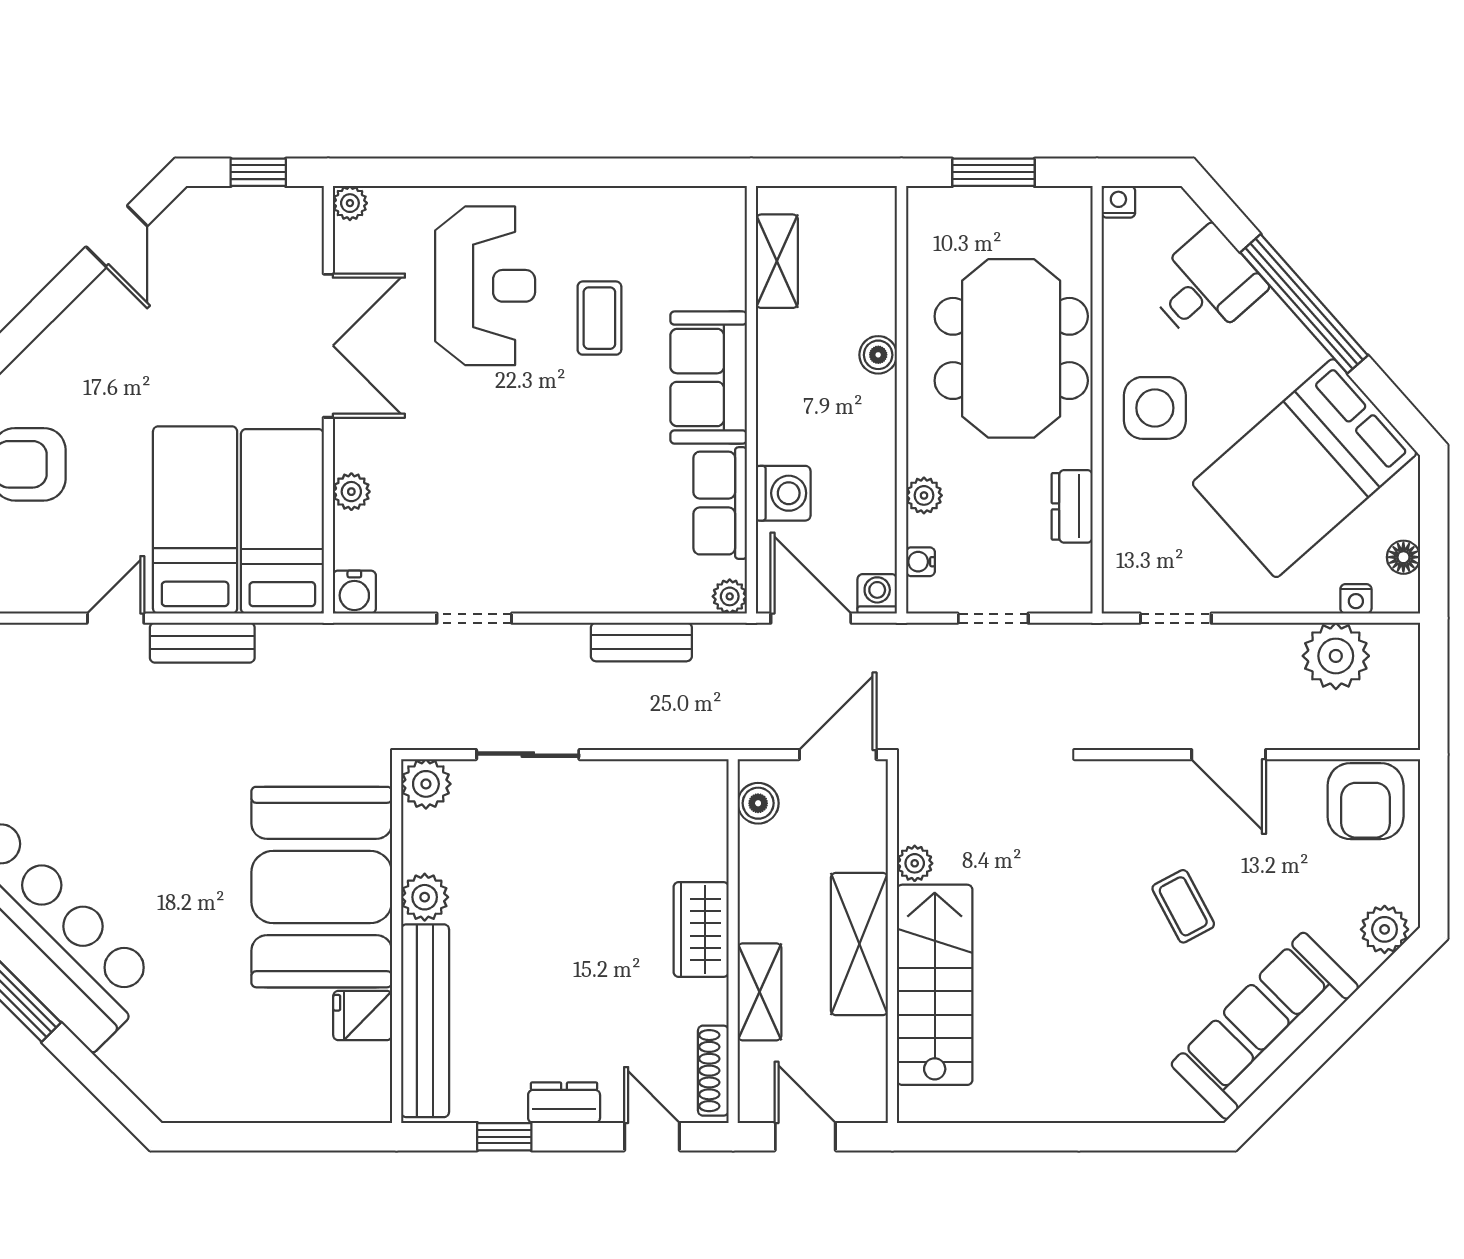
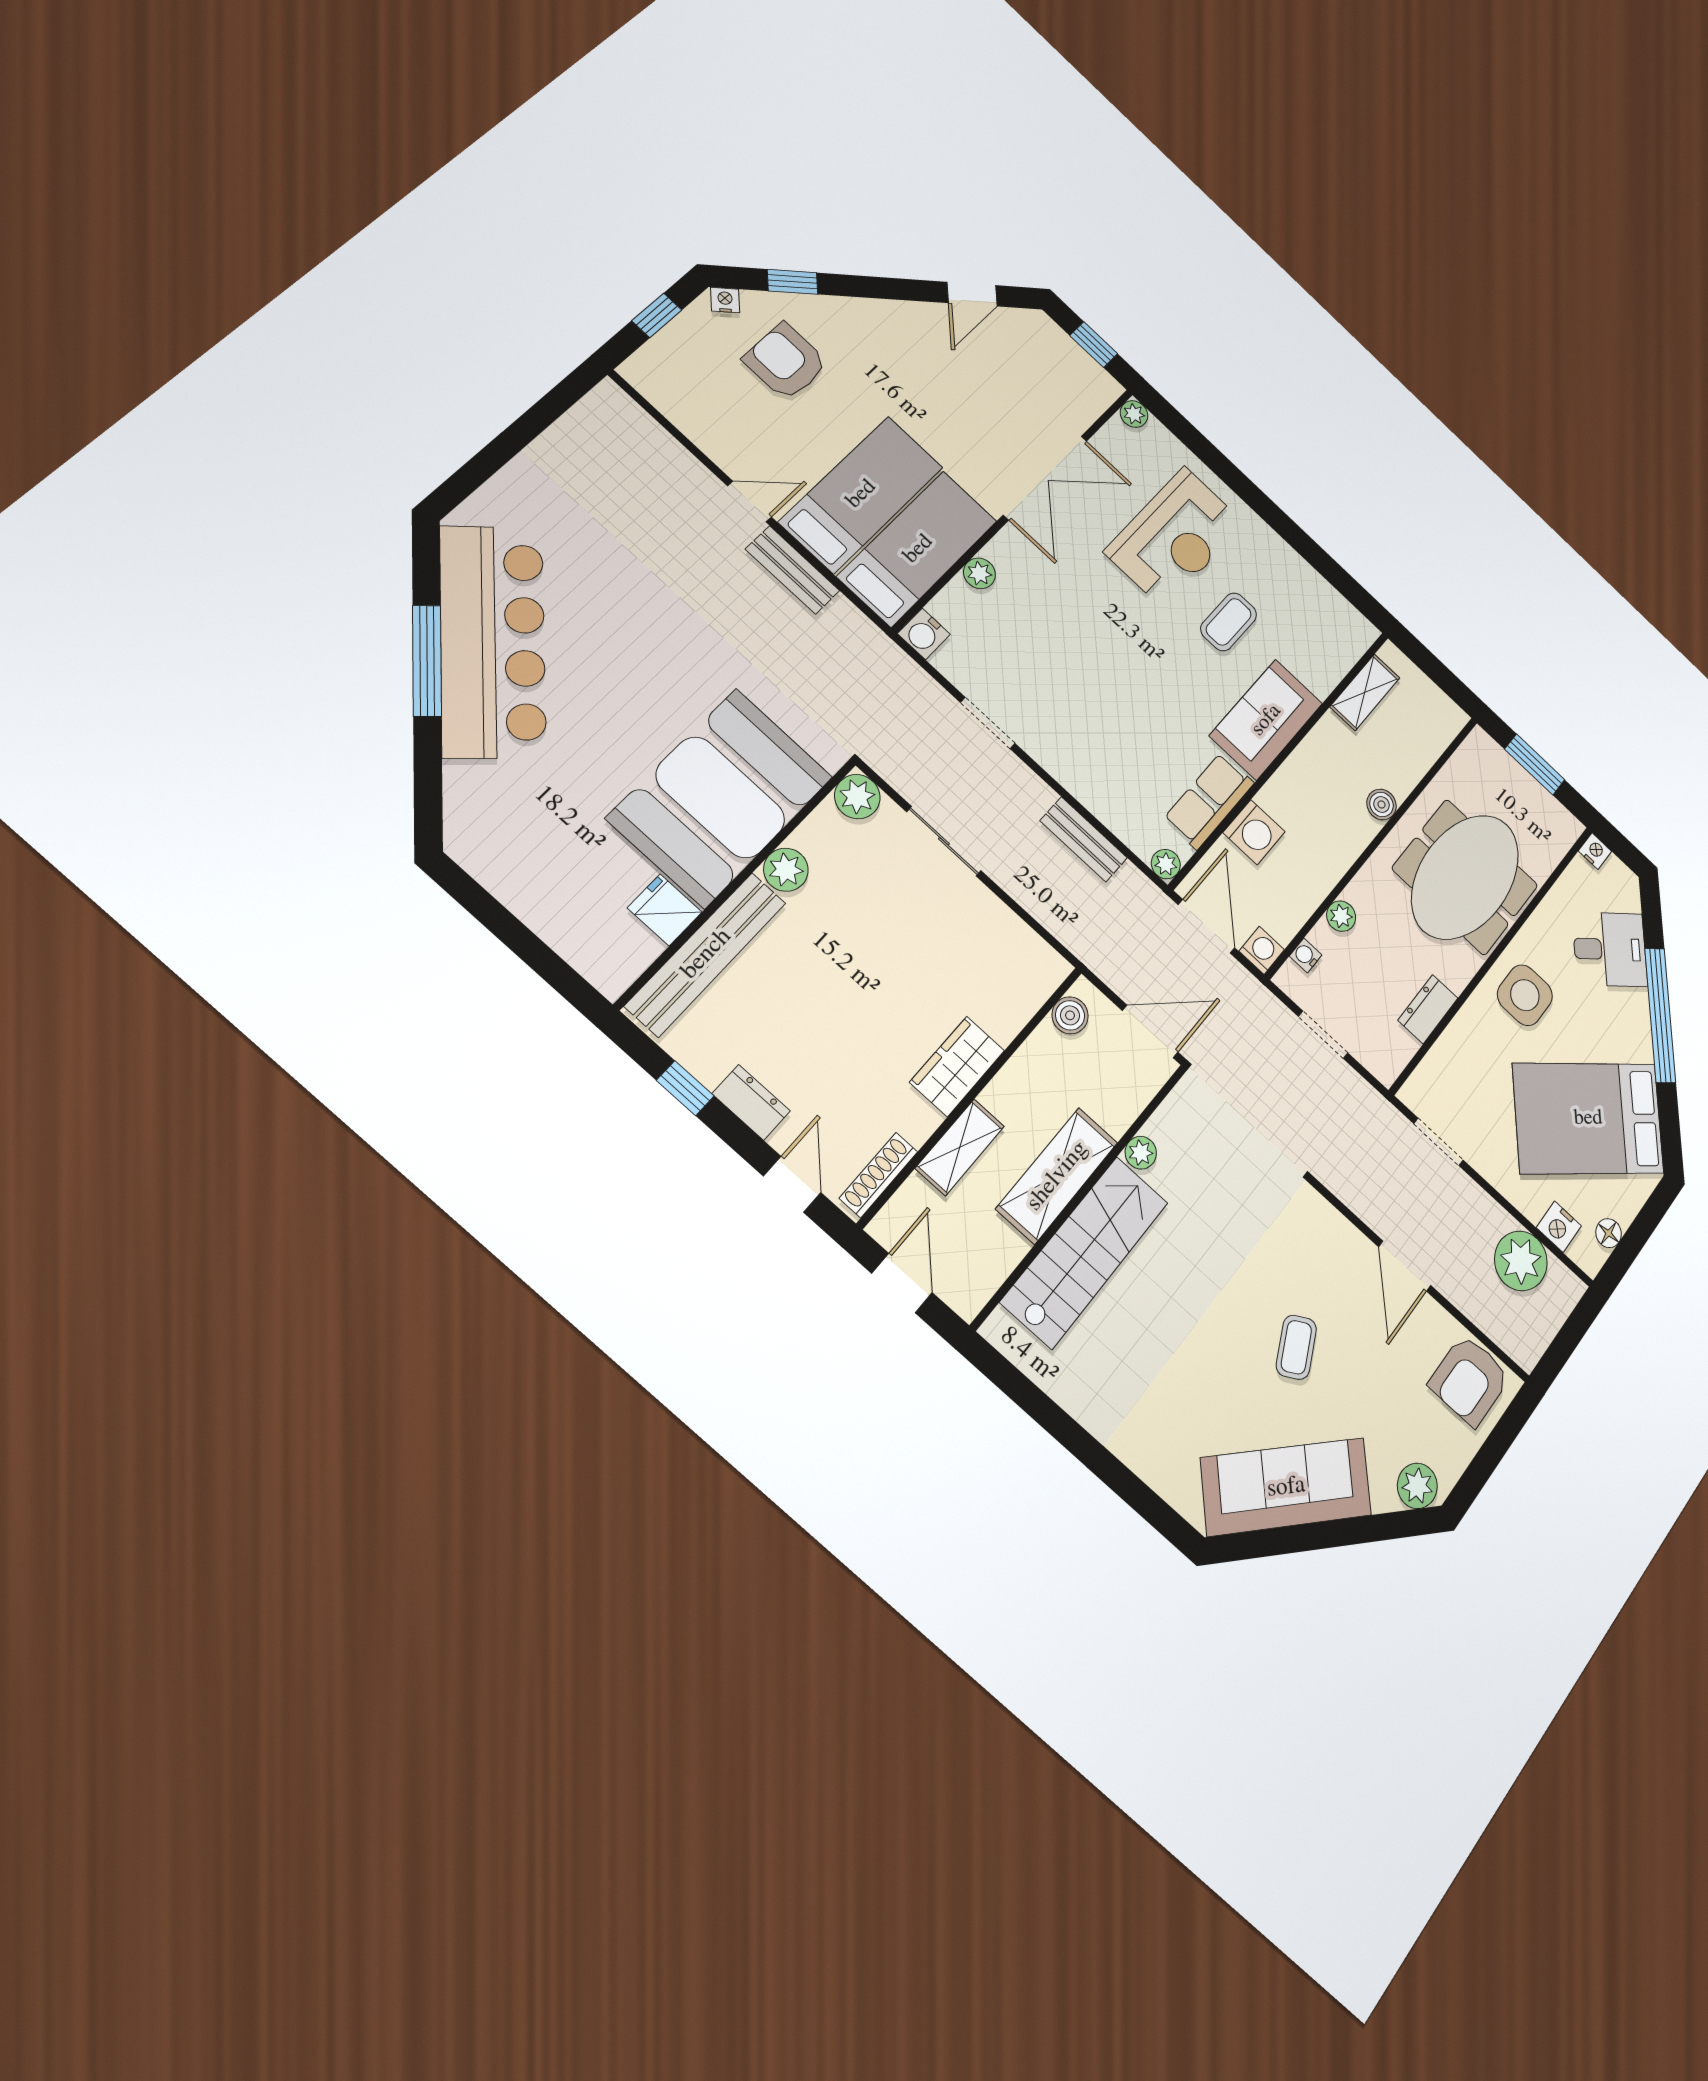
nightstand: (1356, 599) -> (1559, 1227), width x1.39, depth x1.35

